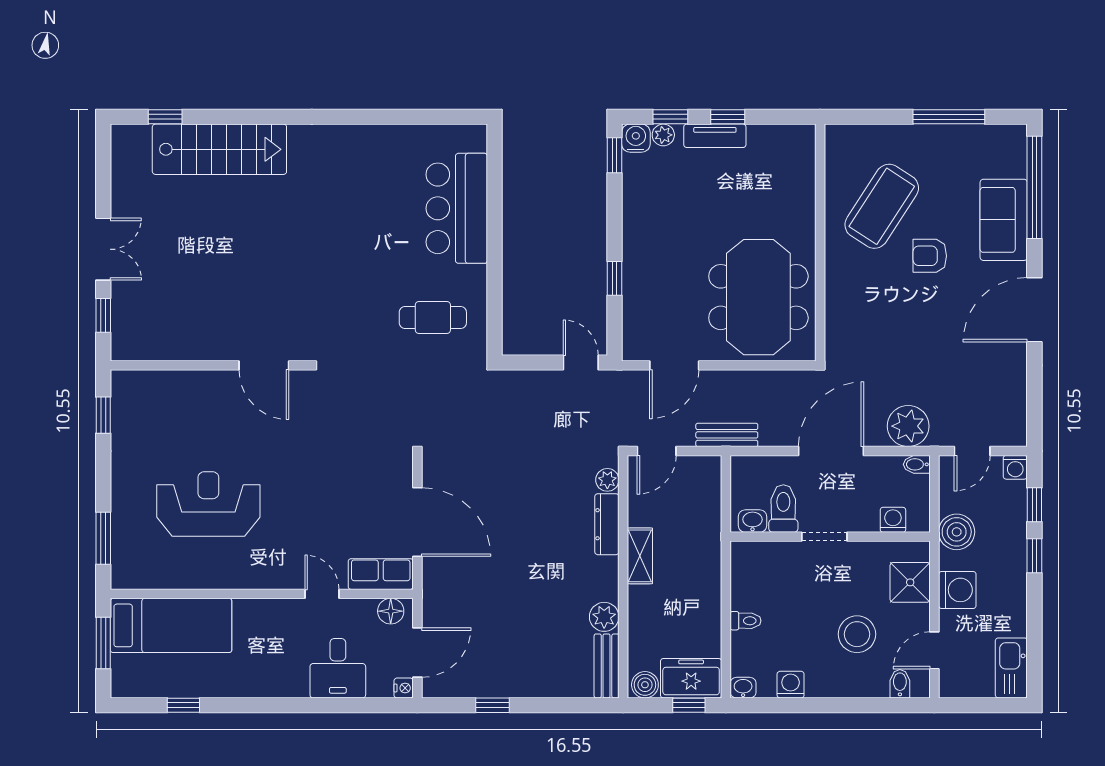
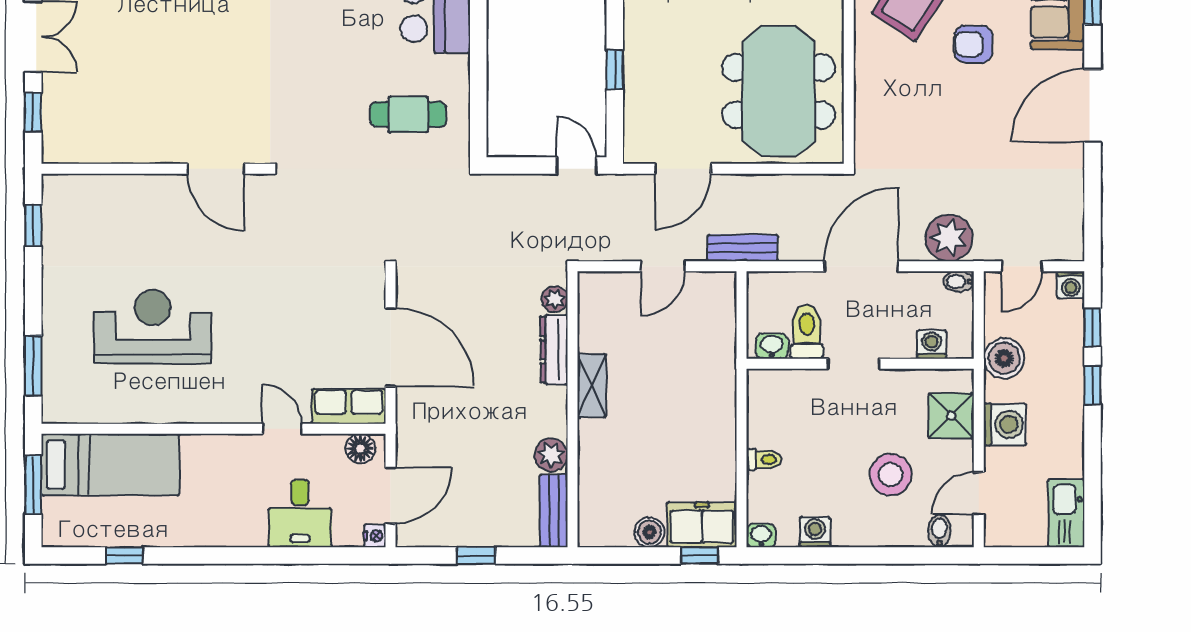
plant: (607, 480) -> (555, 299), moved
dresser: (607, 524) -> (554, 350), moved
shelving: (640, 556) -> (592, 386), moved
wall: (623, 577) -> (573, 409), moved
plant: (604, 617) -> (551, 455), moved
bench: (607, 666) -> (554, 511), moved

